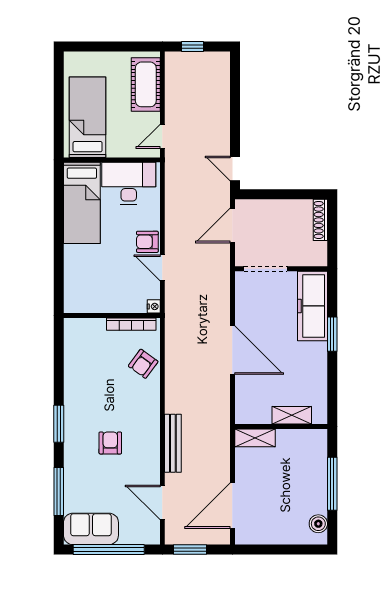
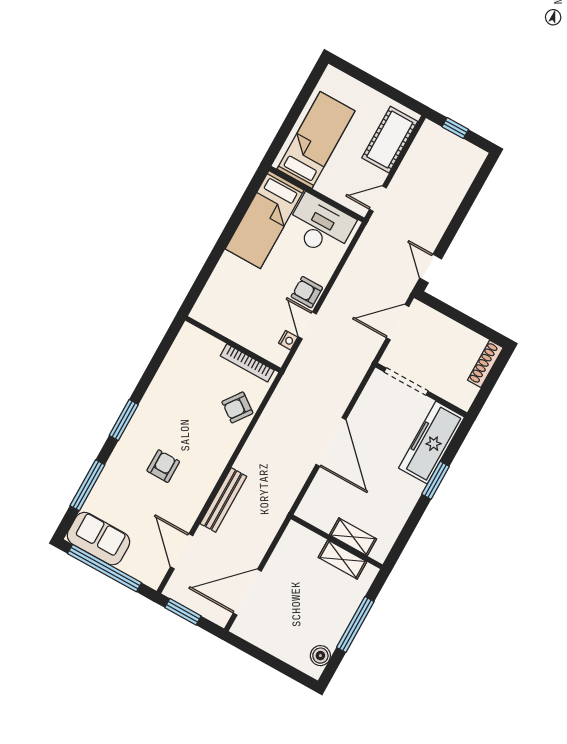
nightstand: (154, 306) -> (288, 340), moved
shelving: (255, 438) -> (343, 560), moved

